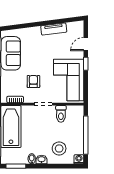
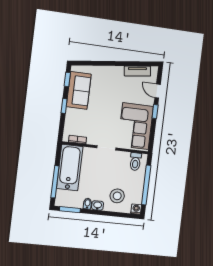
tv unit: (54, 29) -> (137, 71), moved
door: (86, 44) -> (158, 91), hinge flipped
armchair: (33, 82) -> (99, 123), removed
toilet: (61, 114) -> (135, 162), moved

